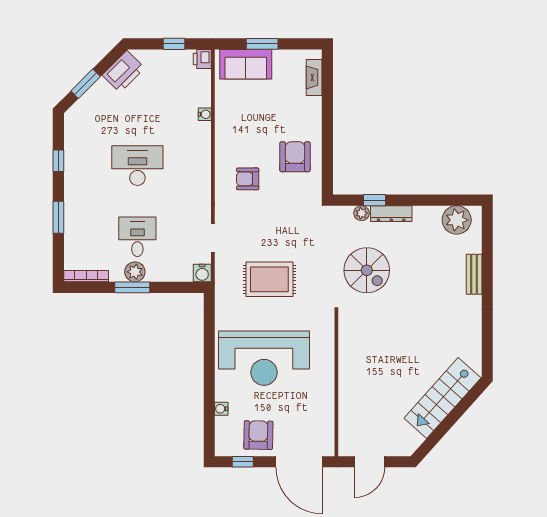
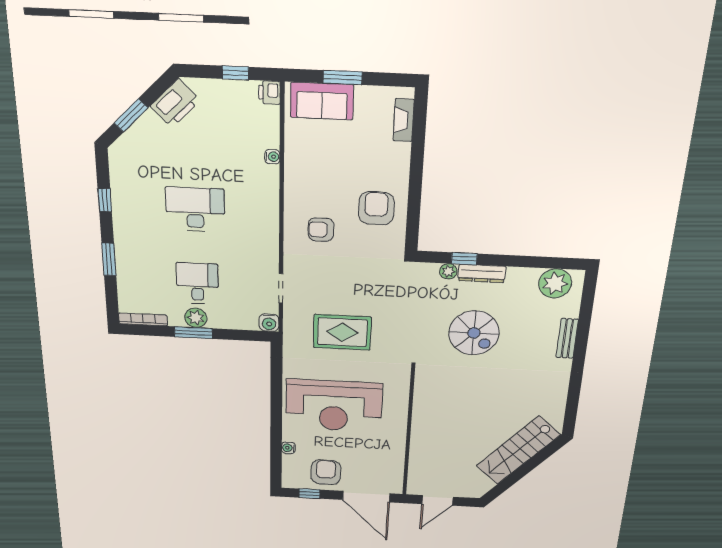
spiral stairs: (367, 270) -> (474, 333), moved

